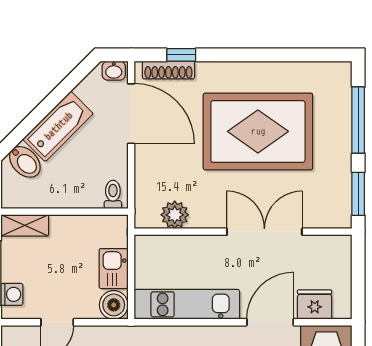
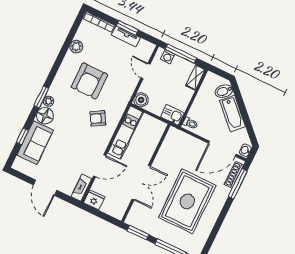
window: (181, 55) -> (238, 184), width x2.17
plant: (175, 215) -> (168, 146), removed
kitchen sink: (114, 269) -> (172, 115), moved
fridge: (315, 305) -> (94, 200), moved, turned -90
door: (270, 322) -> (100, 166), hinge flipped

